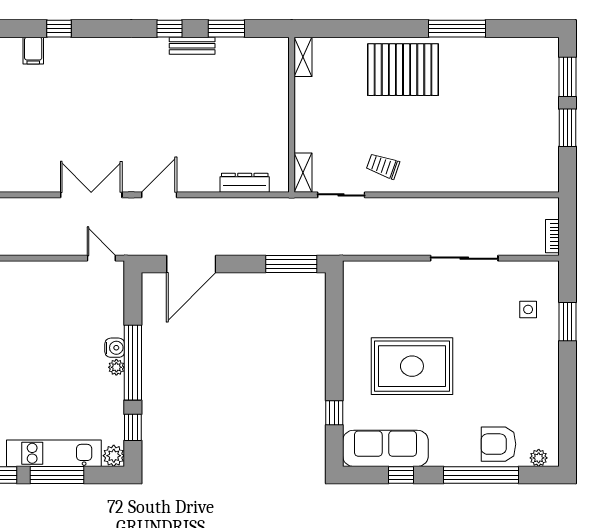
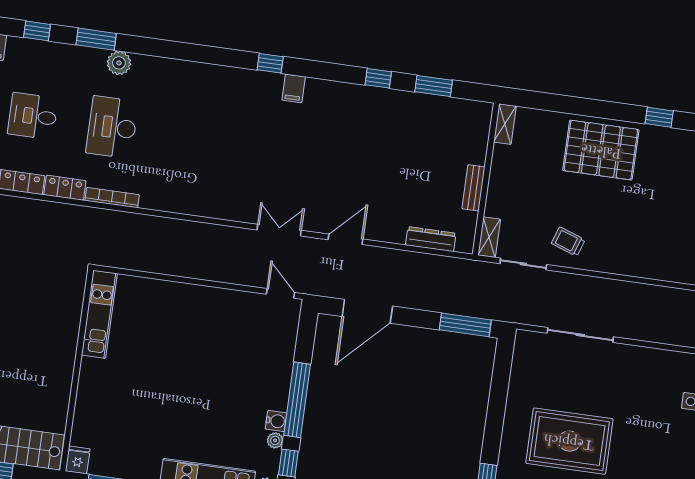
window: (457, 29) -> (659, 117), width x0.46
bench: (192, 46) -> (473, 188), moved, turned 90
filing cabinet: (33, 51) -> (294, 88), moved
double door: (91, 195) -> (279, 230), width x0.73
sliding door: (464, 258) -> (580, 335), moved
water cooler: (115, 348) -> (276, 421), moved
plant: (116, 367) -> (275, 440), moved

